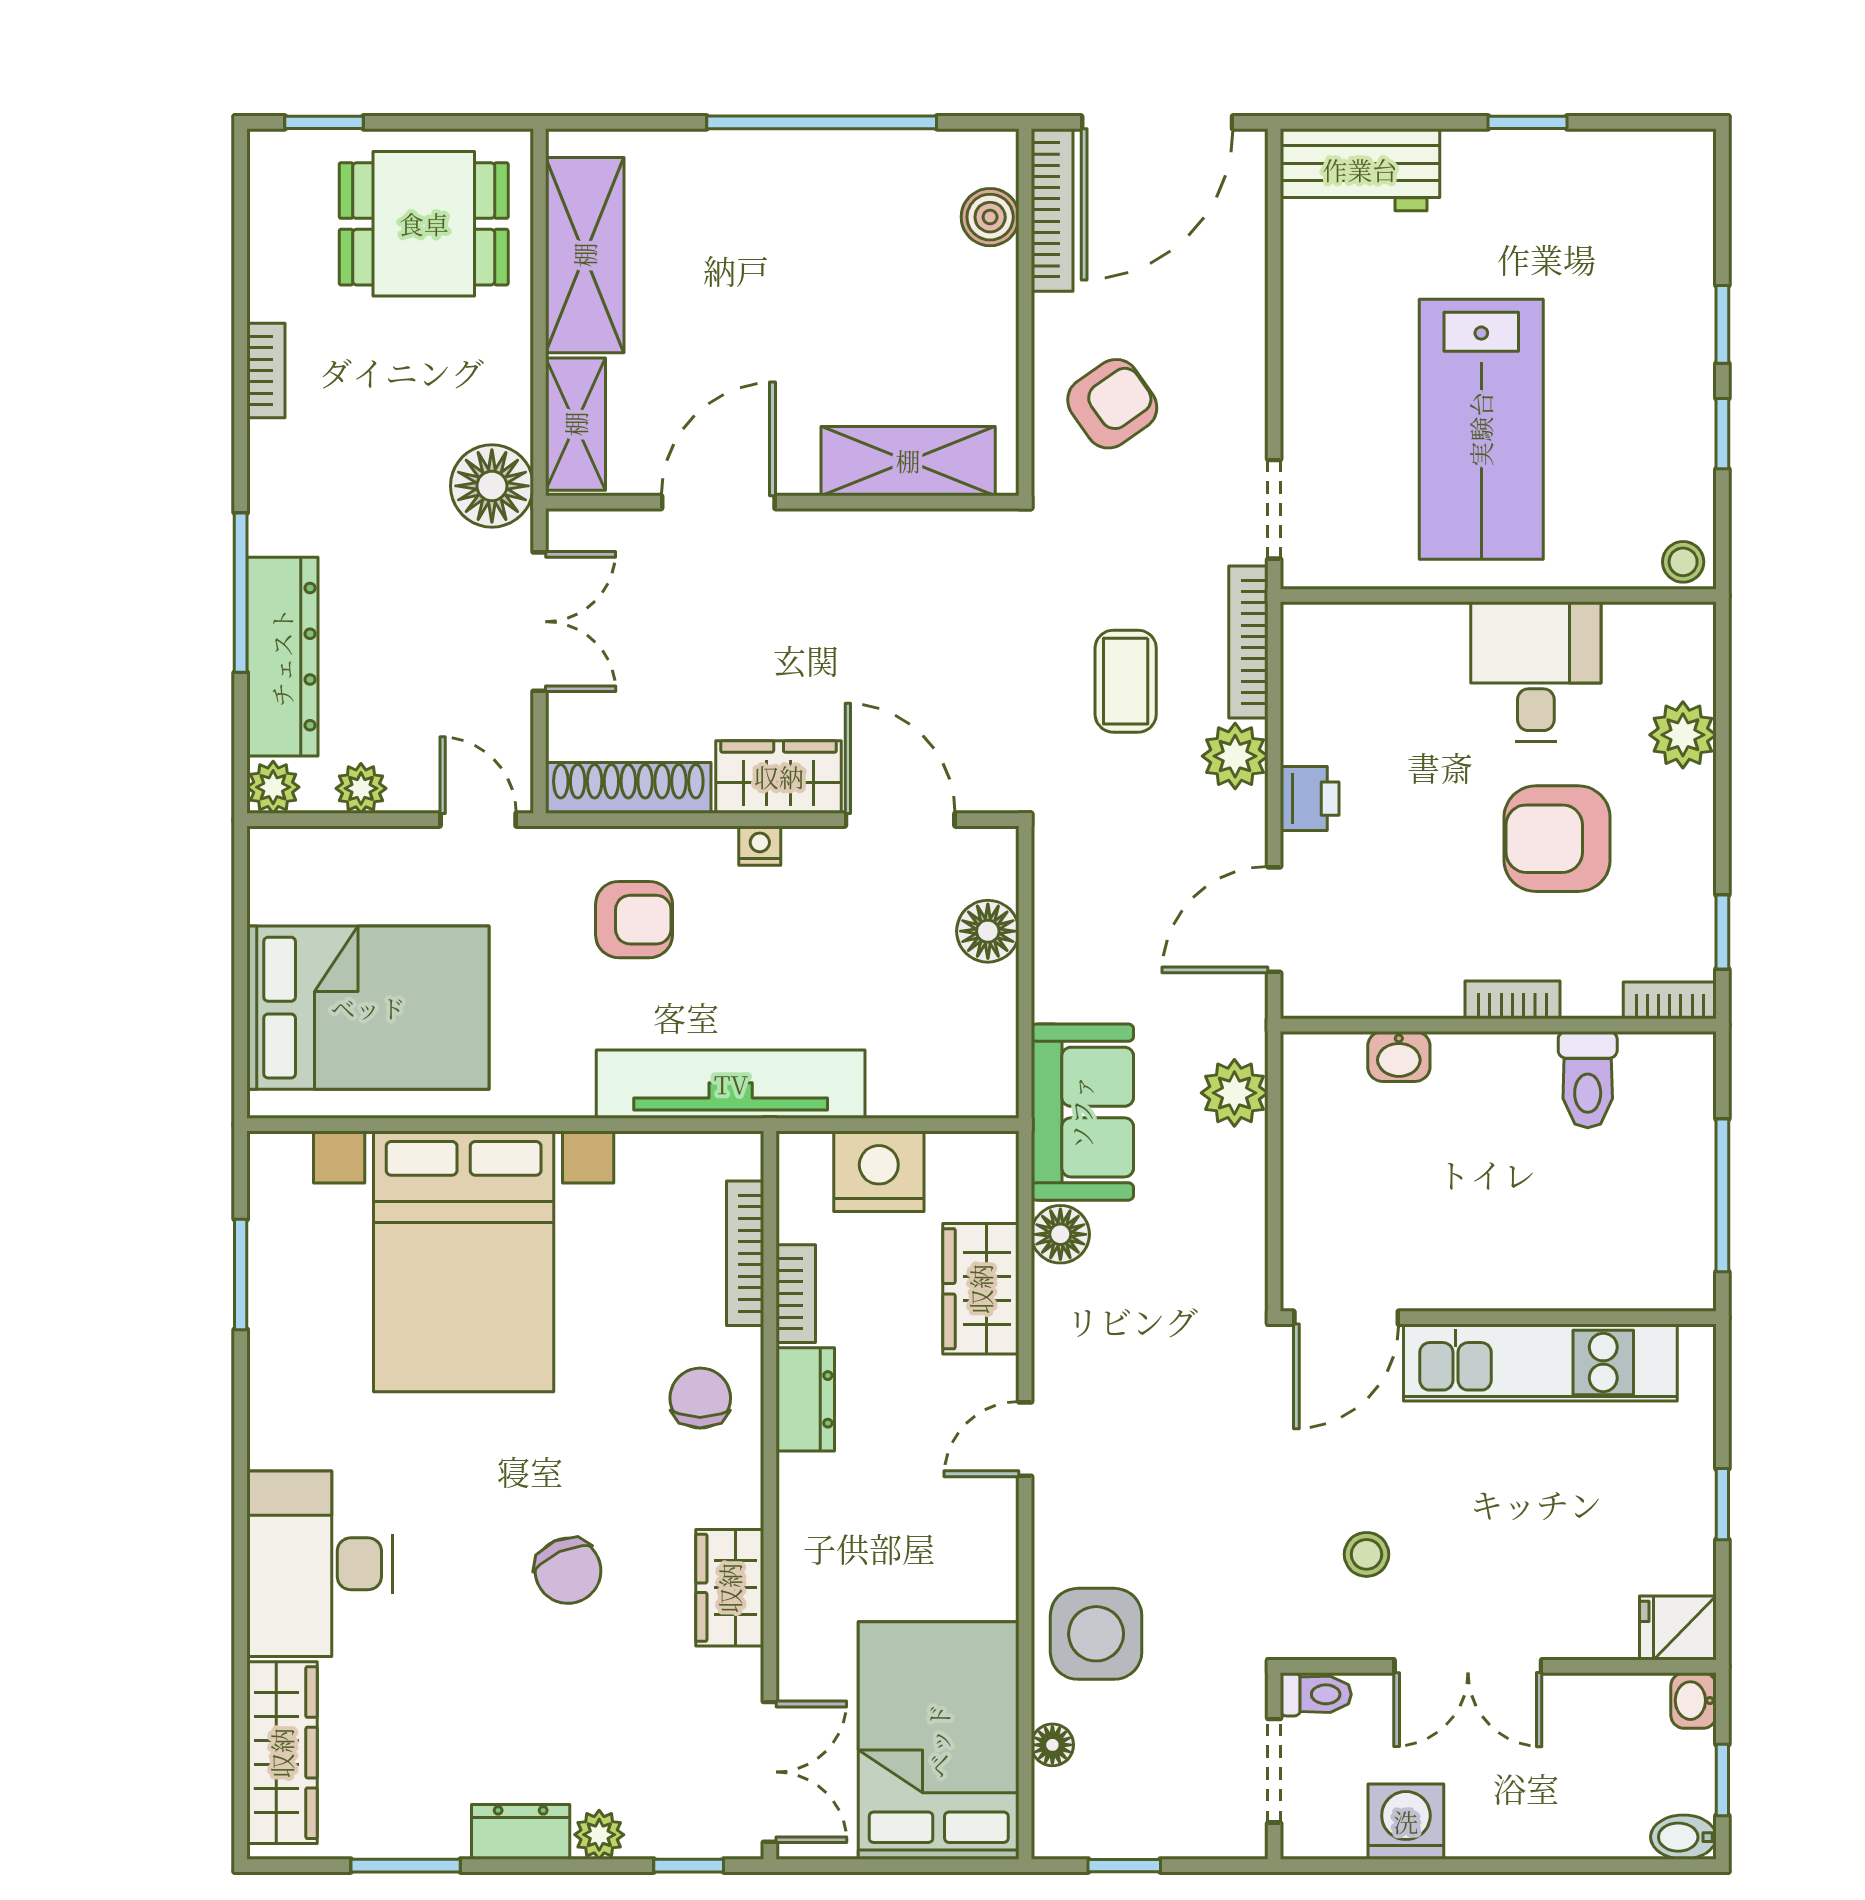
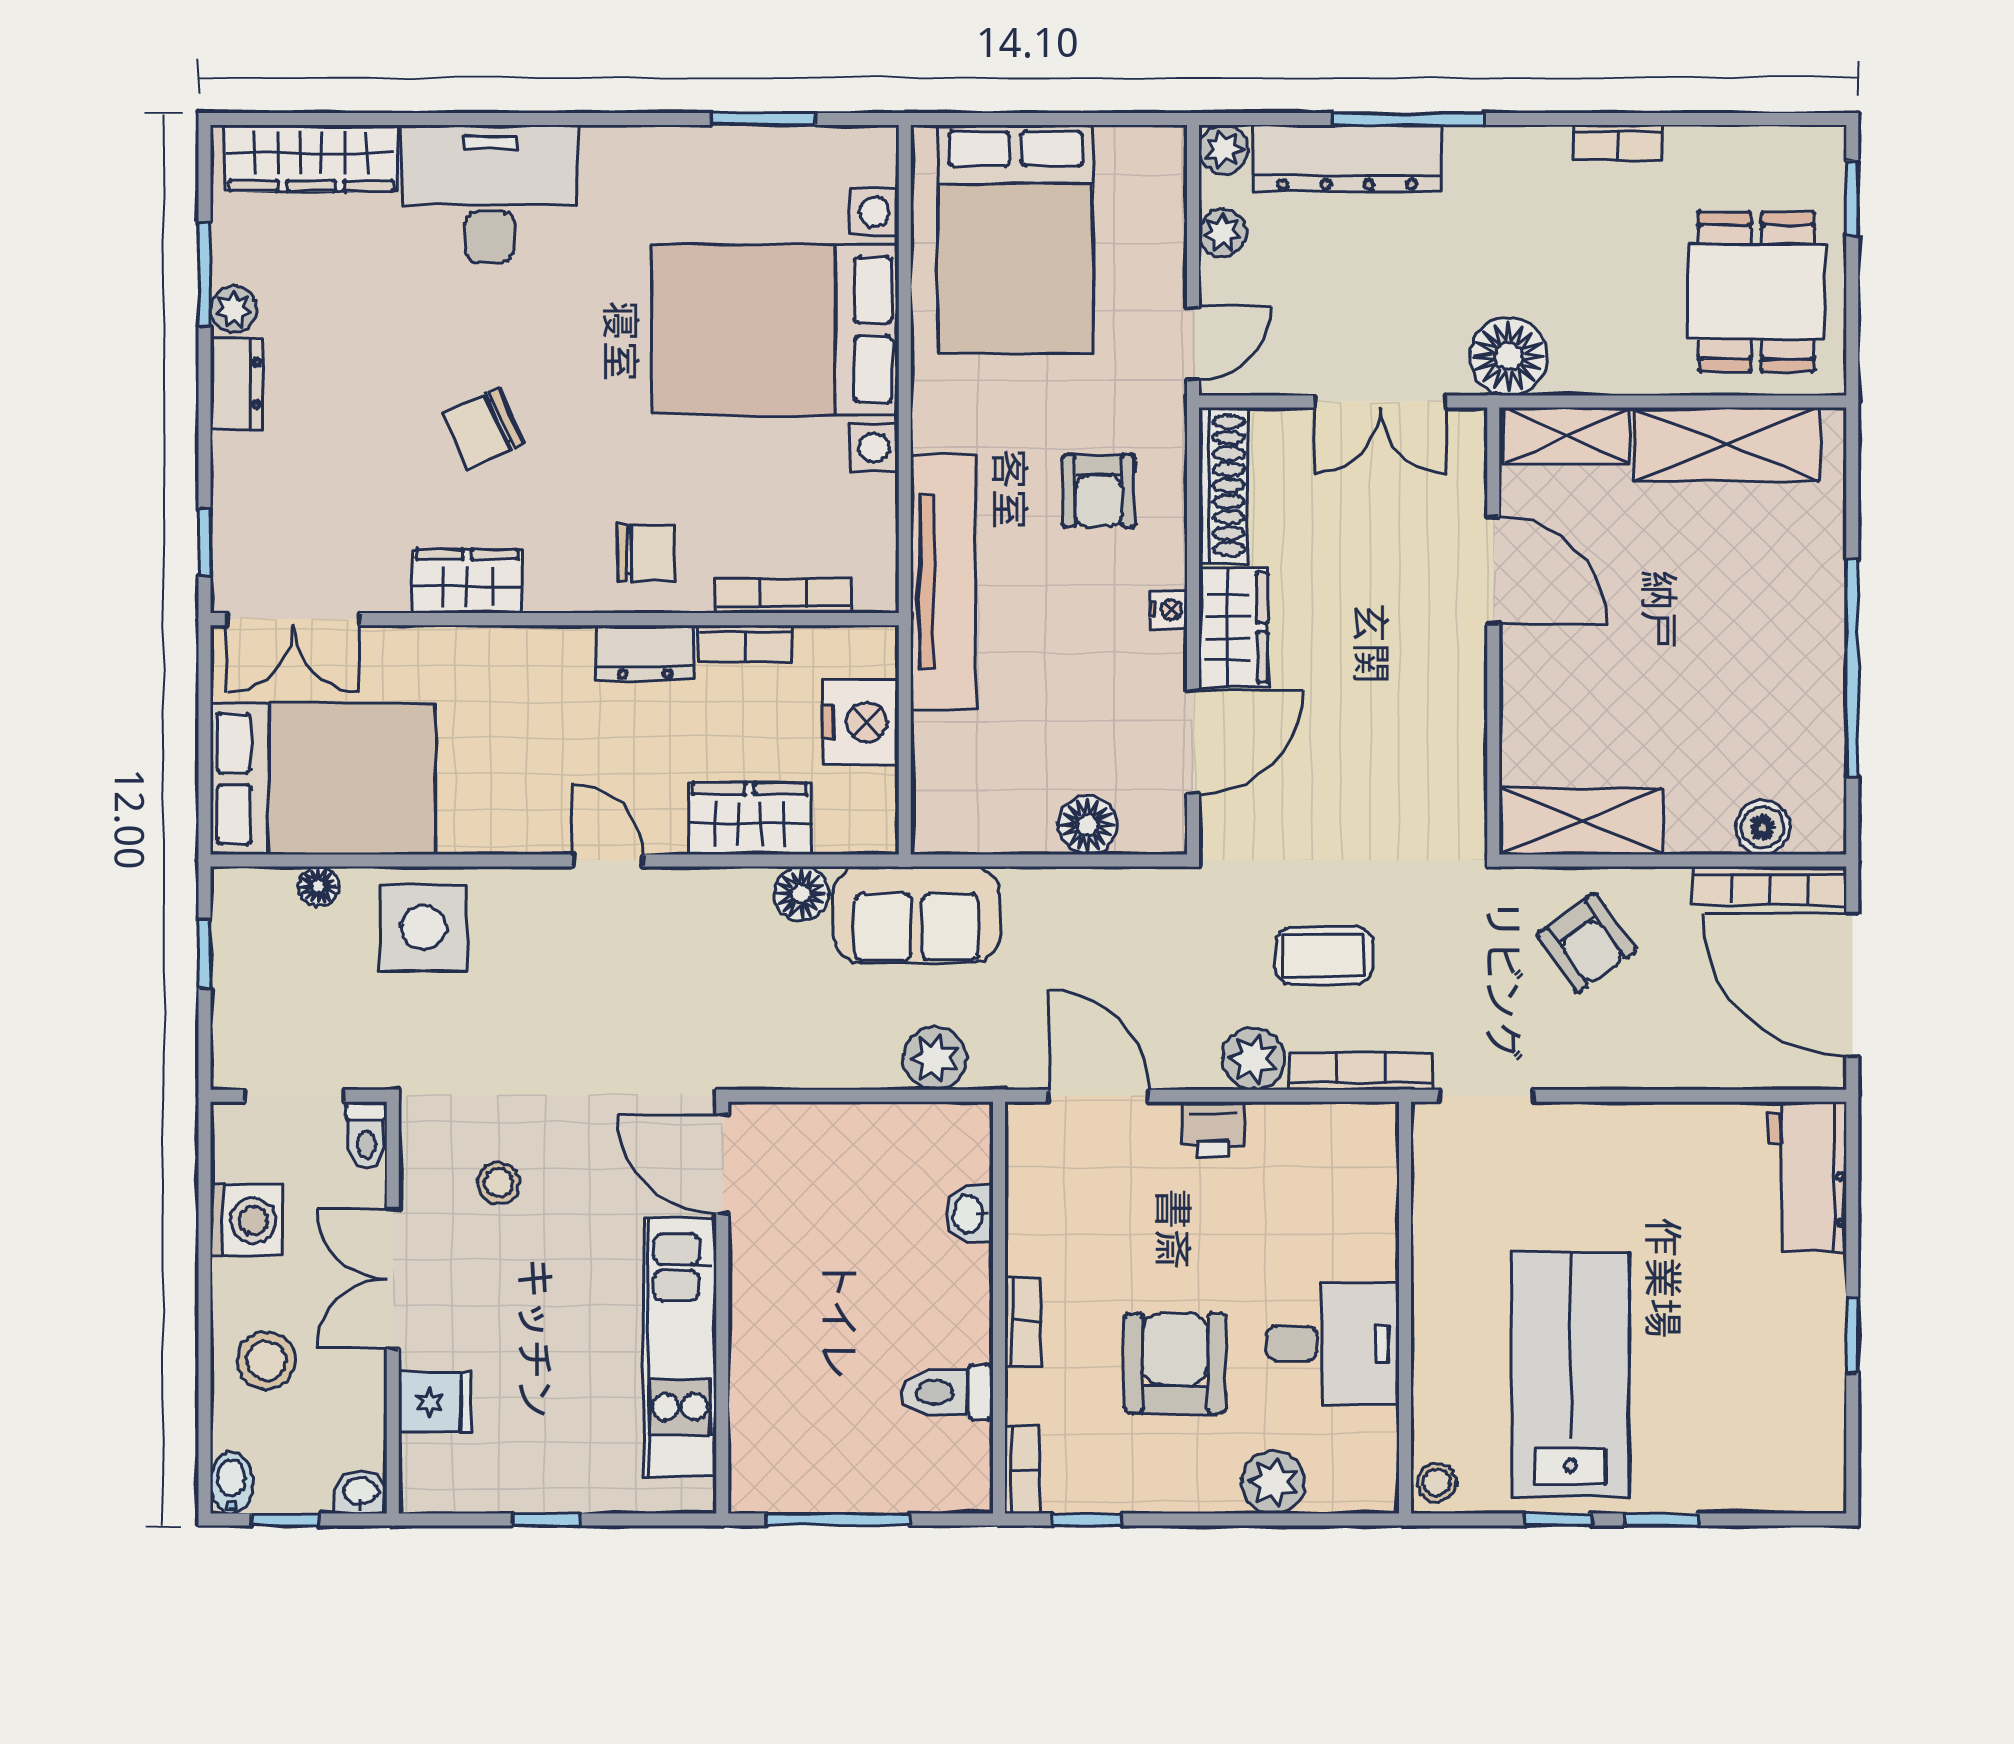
lab bench: (1481, 429) -> (1571, 1375), moved, turned 90
shelving: (908, 461) -> (1581, 822), moved, turned 90
fridge: (1678, 1628) -> (435, 1402), moved, turned 90
stool: (1554, 1800) -> (266, 1361), added
plant: (599, 1835) -> (234, 309), moved

